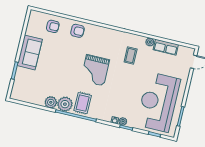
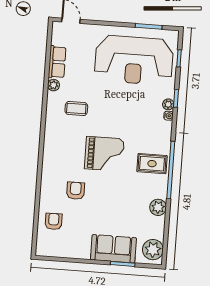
armchair: (77, 31) -> (76, 191), moved
sofa: (30, 52) -> (113, 249), moved
plant: (65, 104) -> (153, 250), moved

